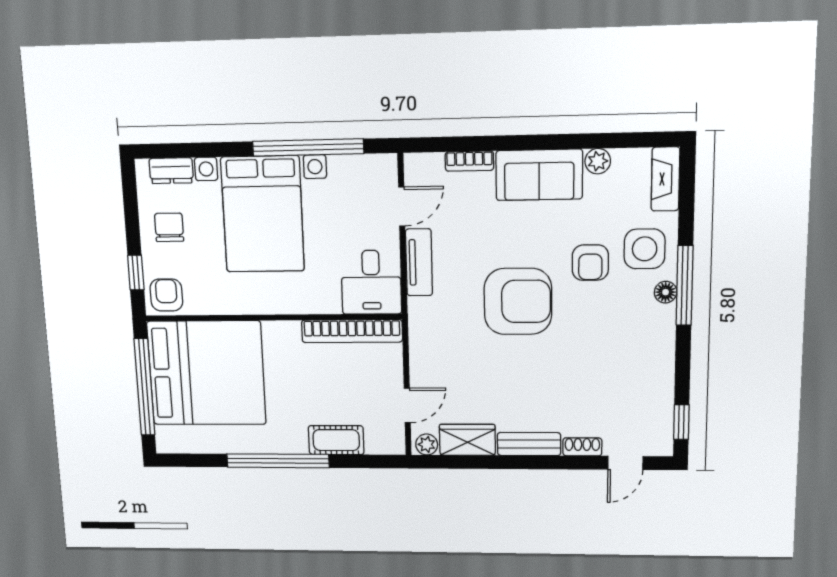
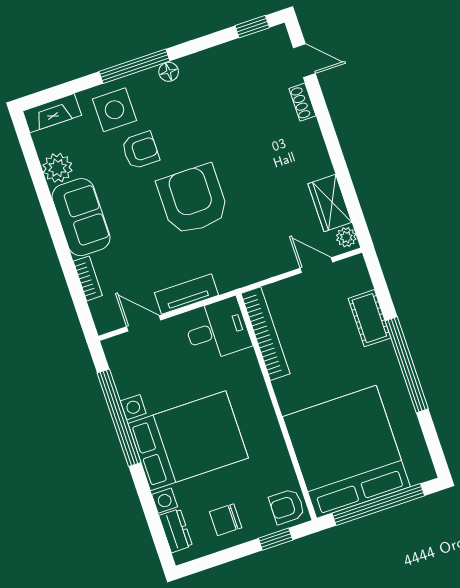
plant: (598, 161) -> (57, 168), width x1.38, depth x1.38
floor lamp: (666, 292) -> (169, 72), moved
bench: (529, 444) -> (316, 149), removed

